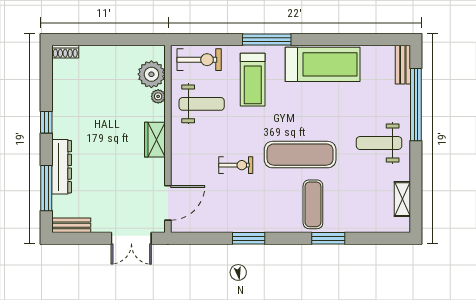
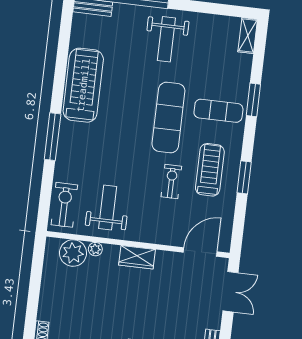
treadmill: (253, 80) -> (210, 170), moved, turned -90
shelving: (402, 199) -> (248, 36), moved, turned 90
door: (168, 203) -> (200, 252), hinge flipped

